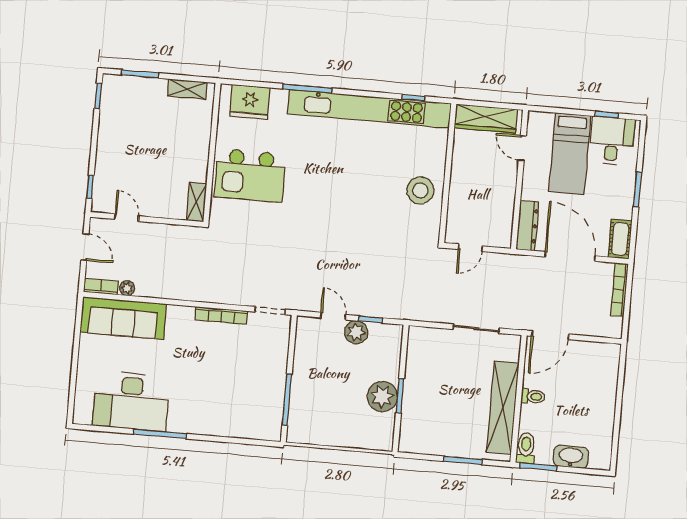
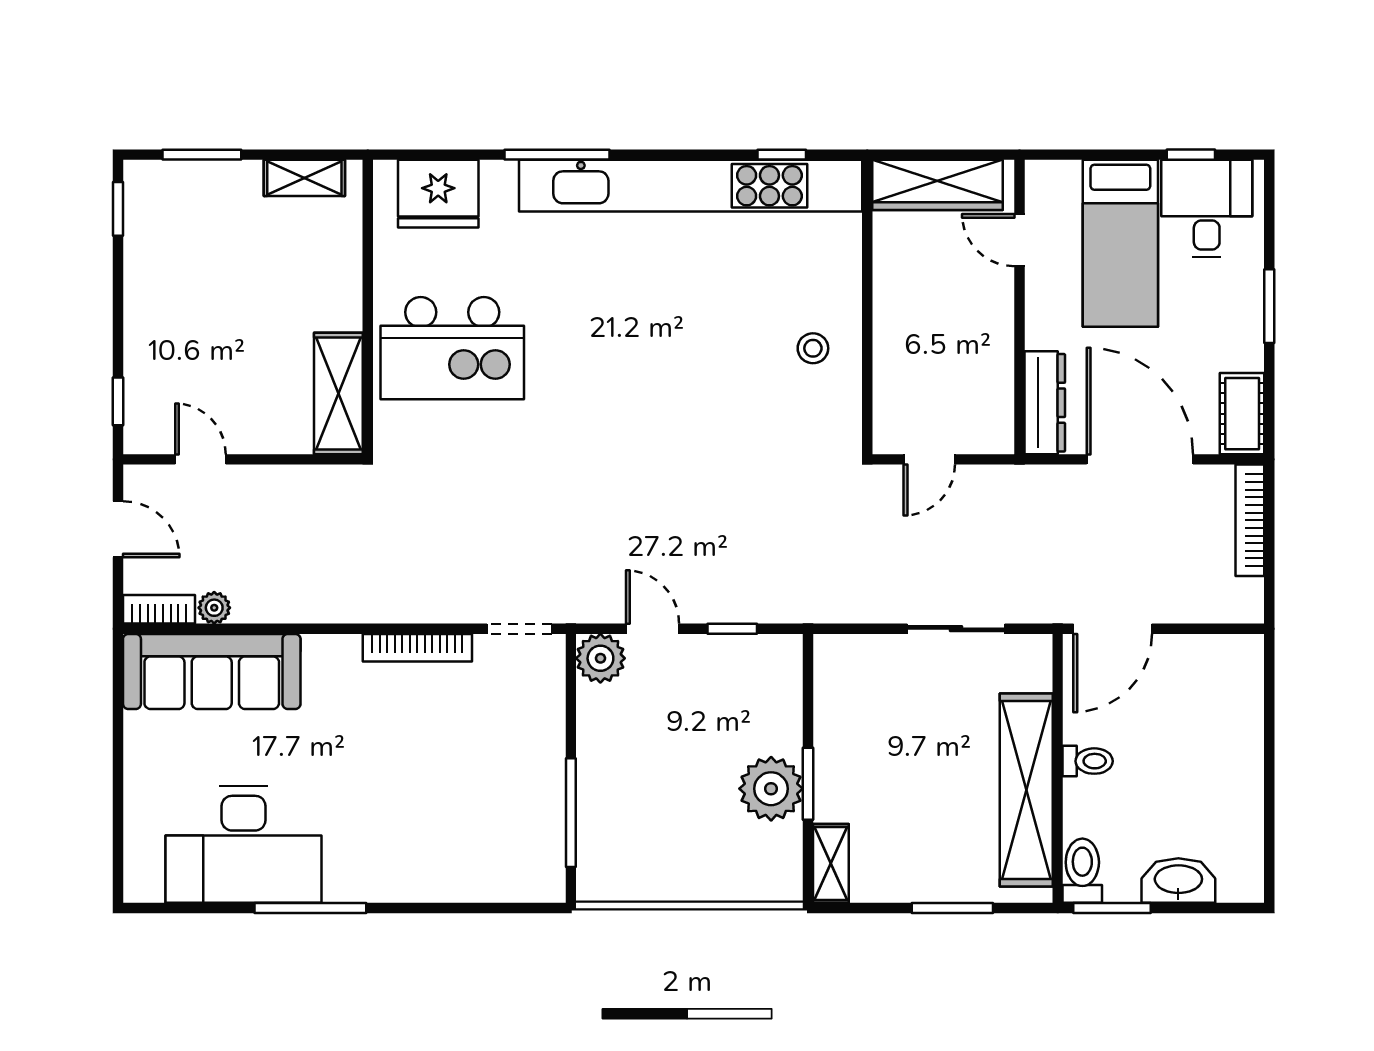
stool: (420, 190) -> (813, 348), width x0.53, depth x0.53
shelving: (197, 202) -> (338, 394), width x1.50, depth x1.33
plant: (356, 332) -> (600, 658), moved
shelving: (407, 434) -> (831, 863), added

